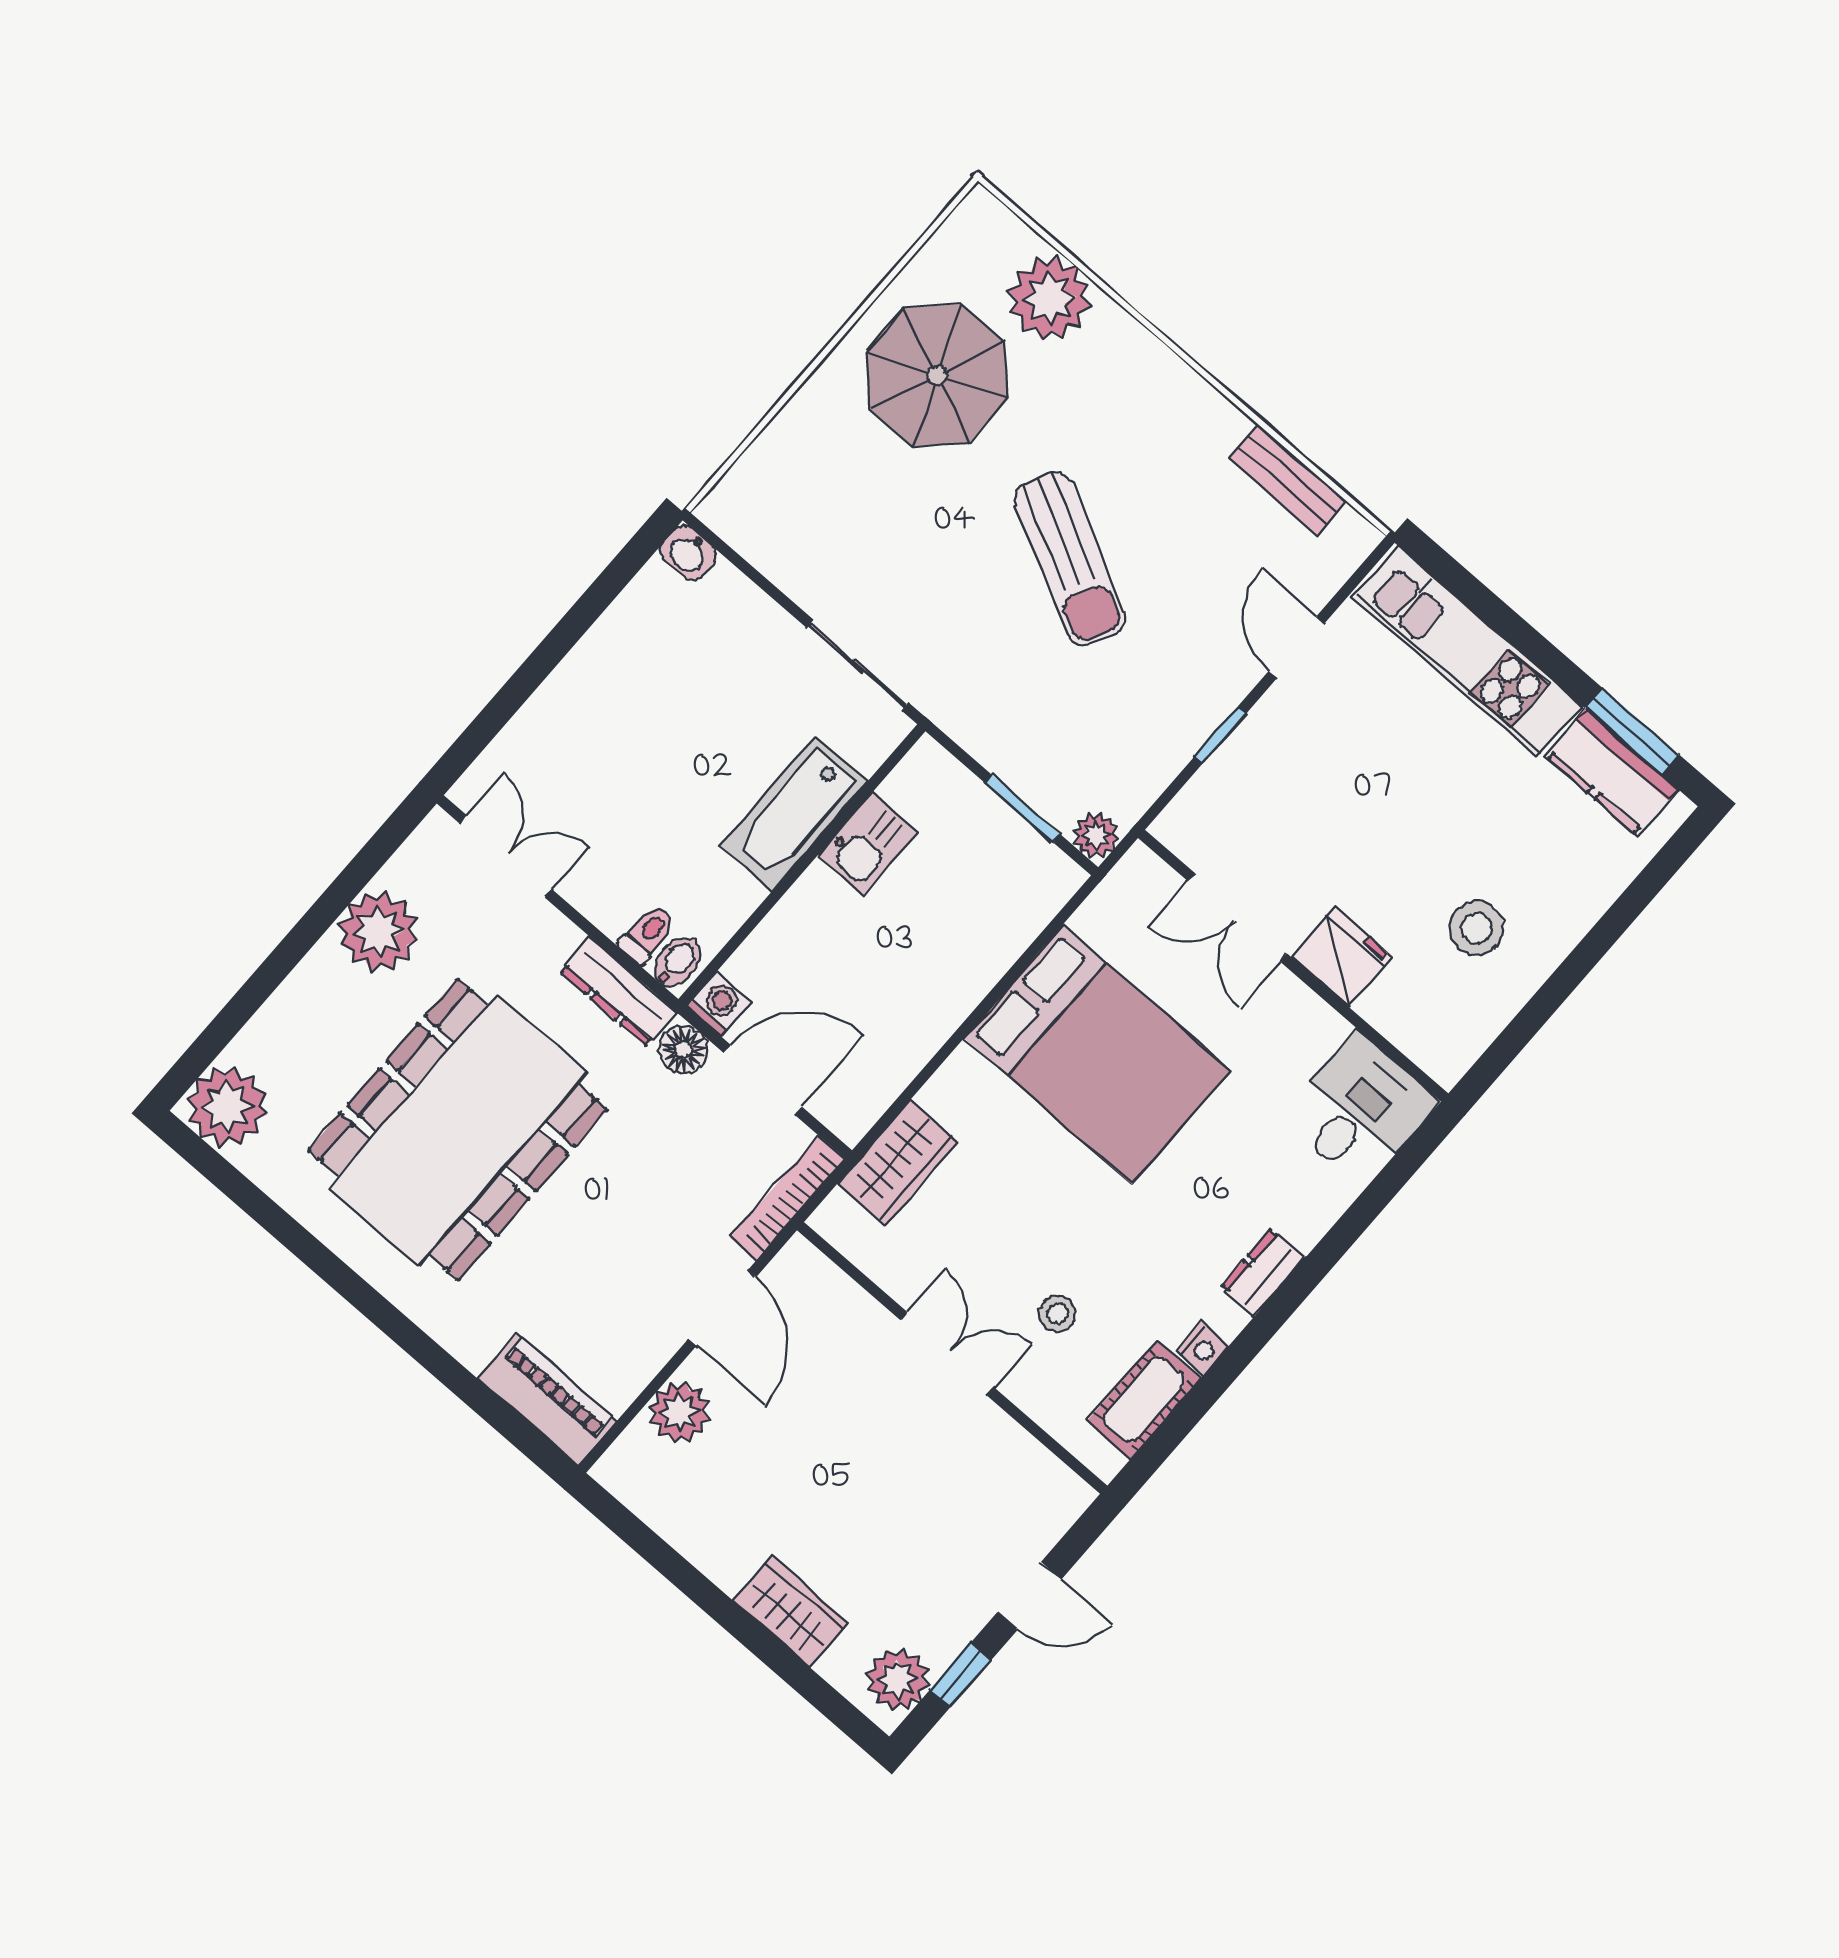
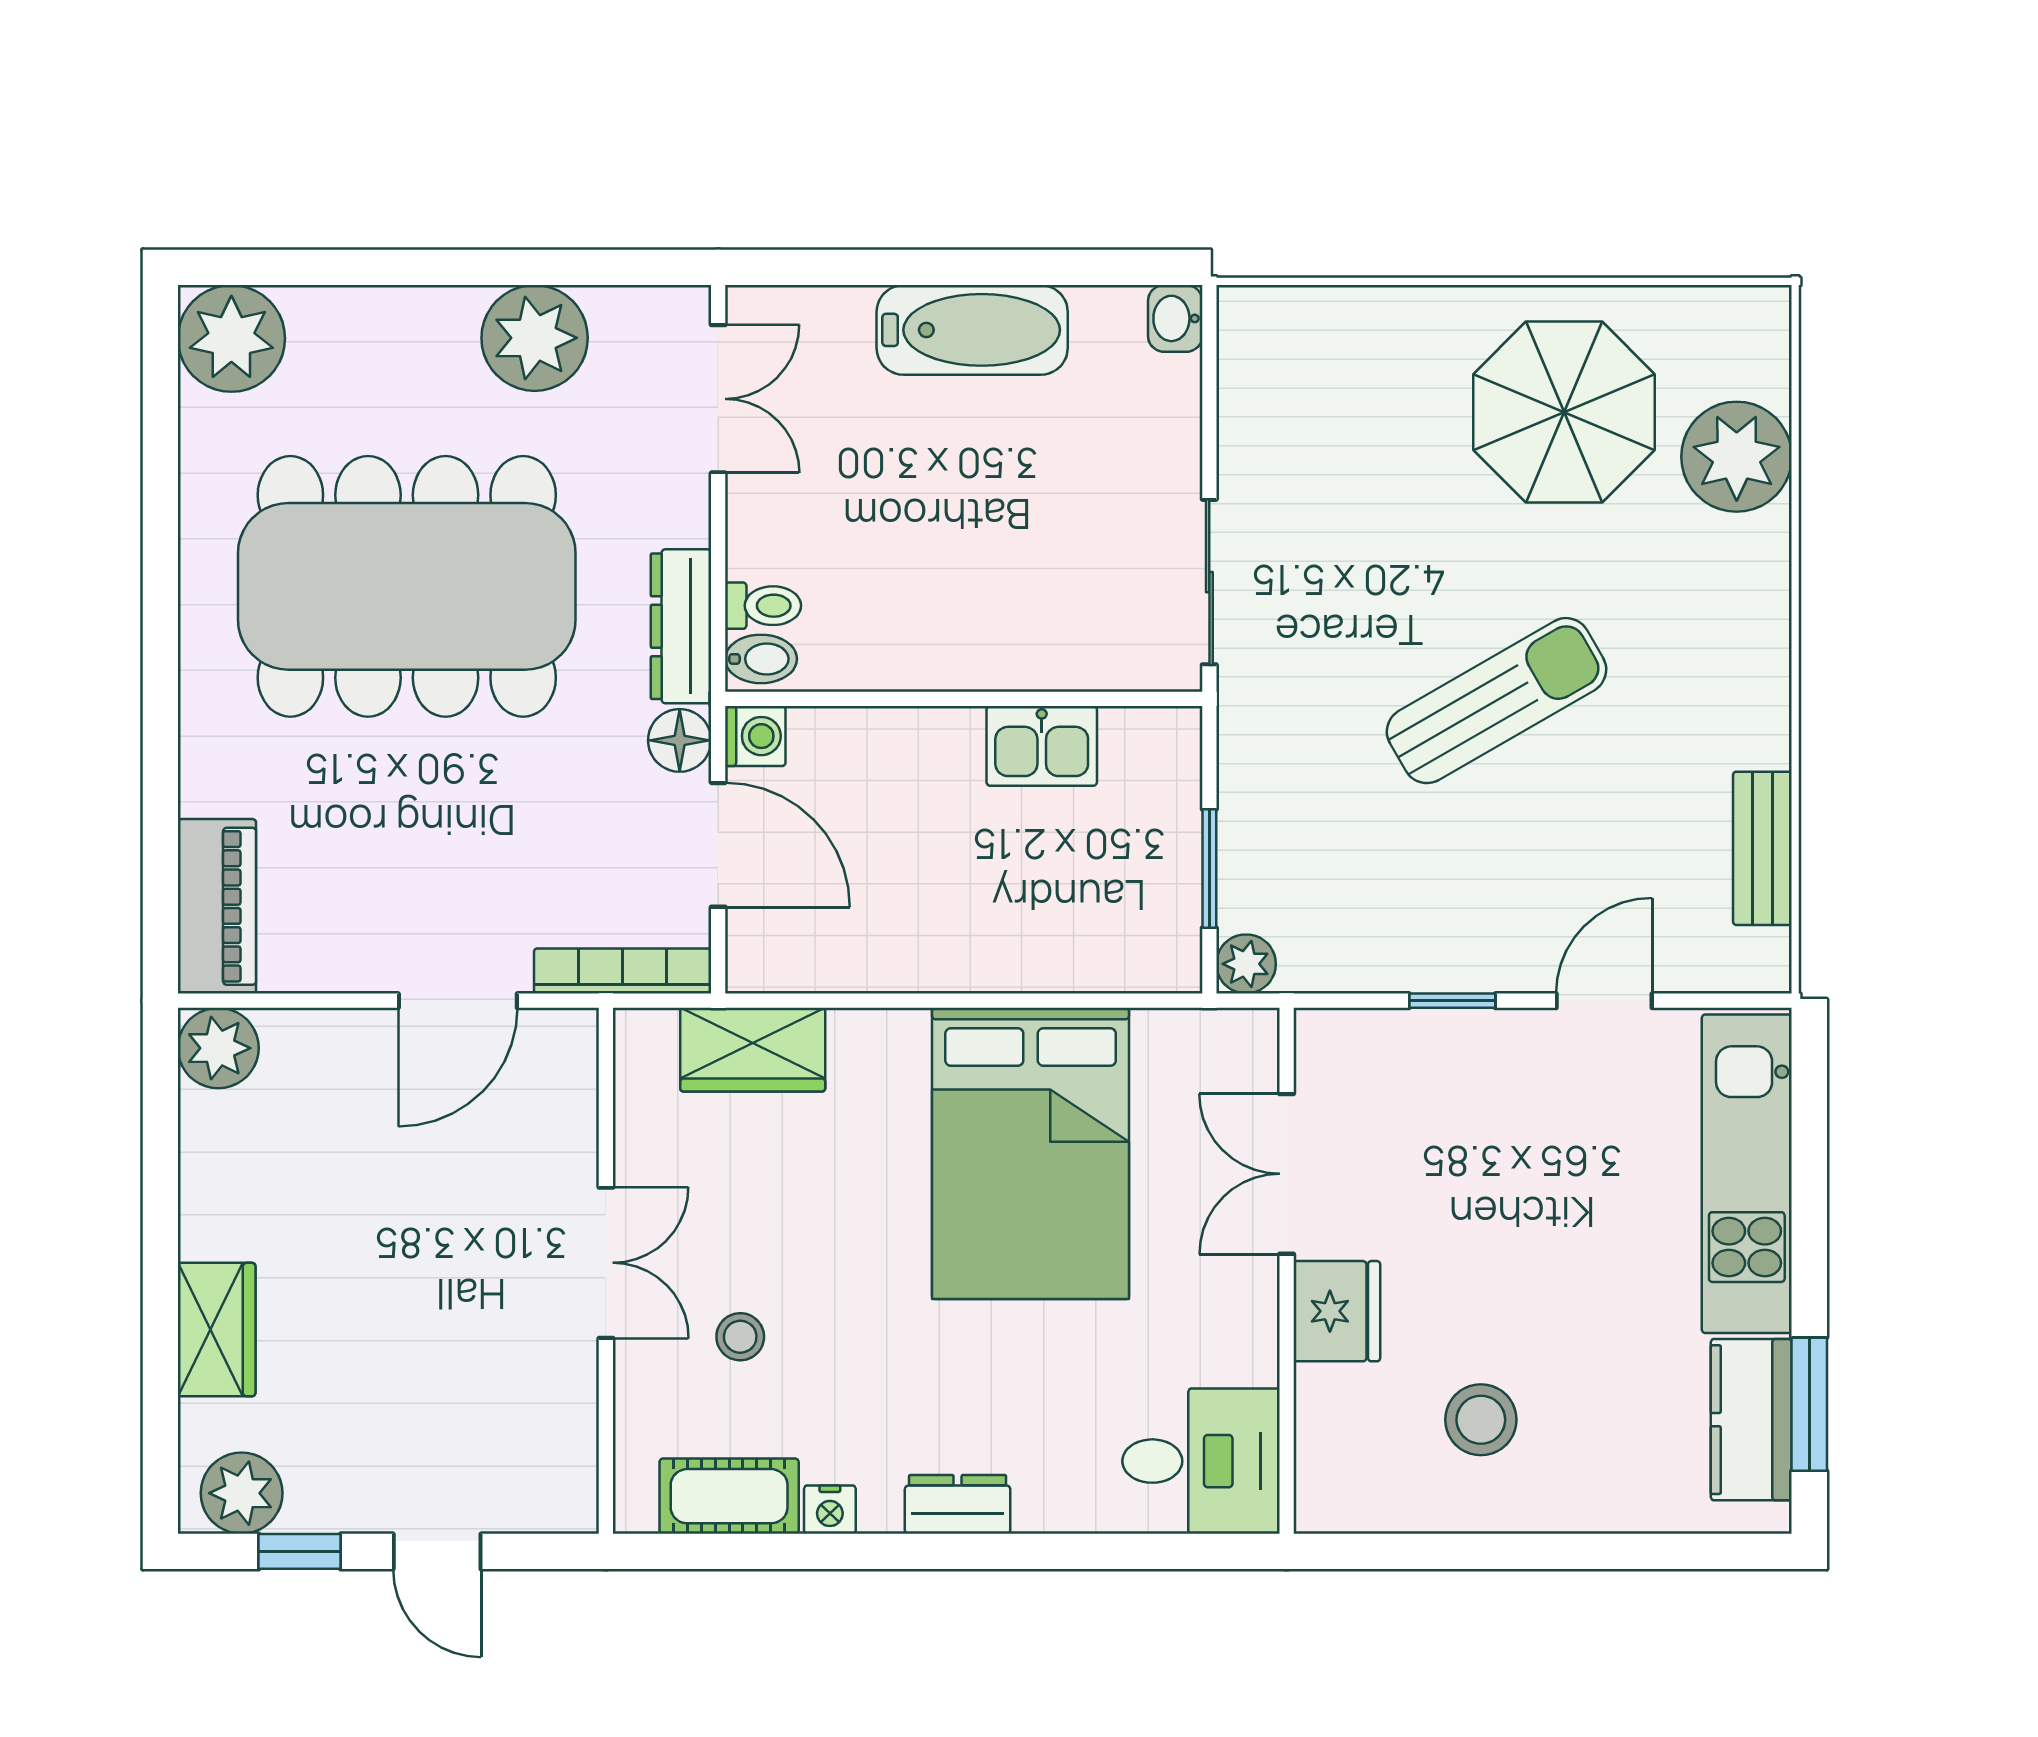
sun lounger: (1070, 559) -> (1496, 701), turned -147
bathtub: (794, 814) -> (972, 330), moved, turned 180
plant: (679, 1412) -> (218, 1048), moved

